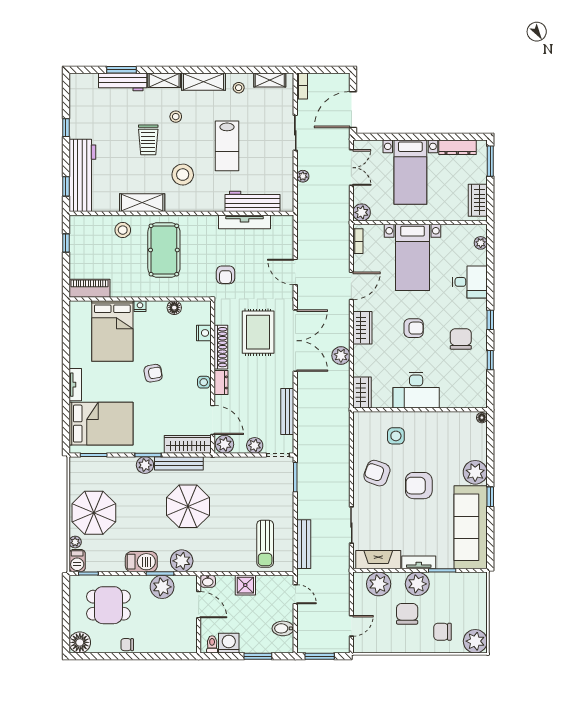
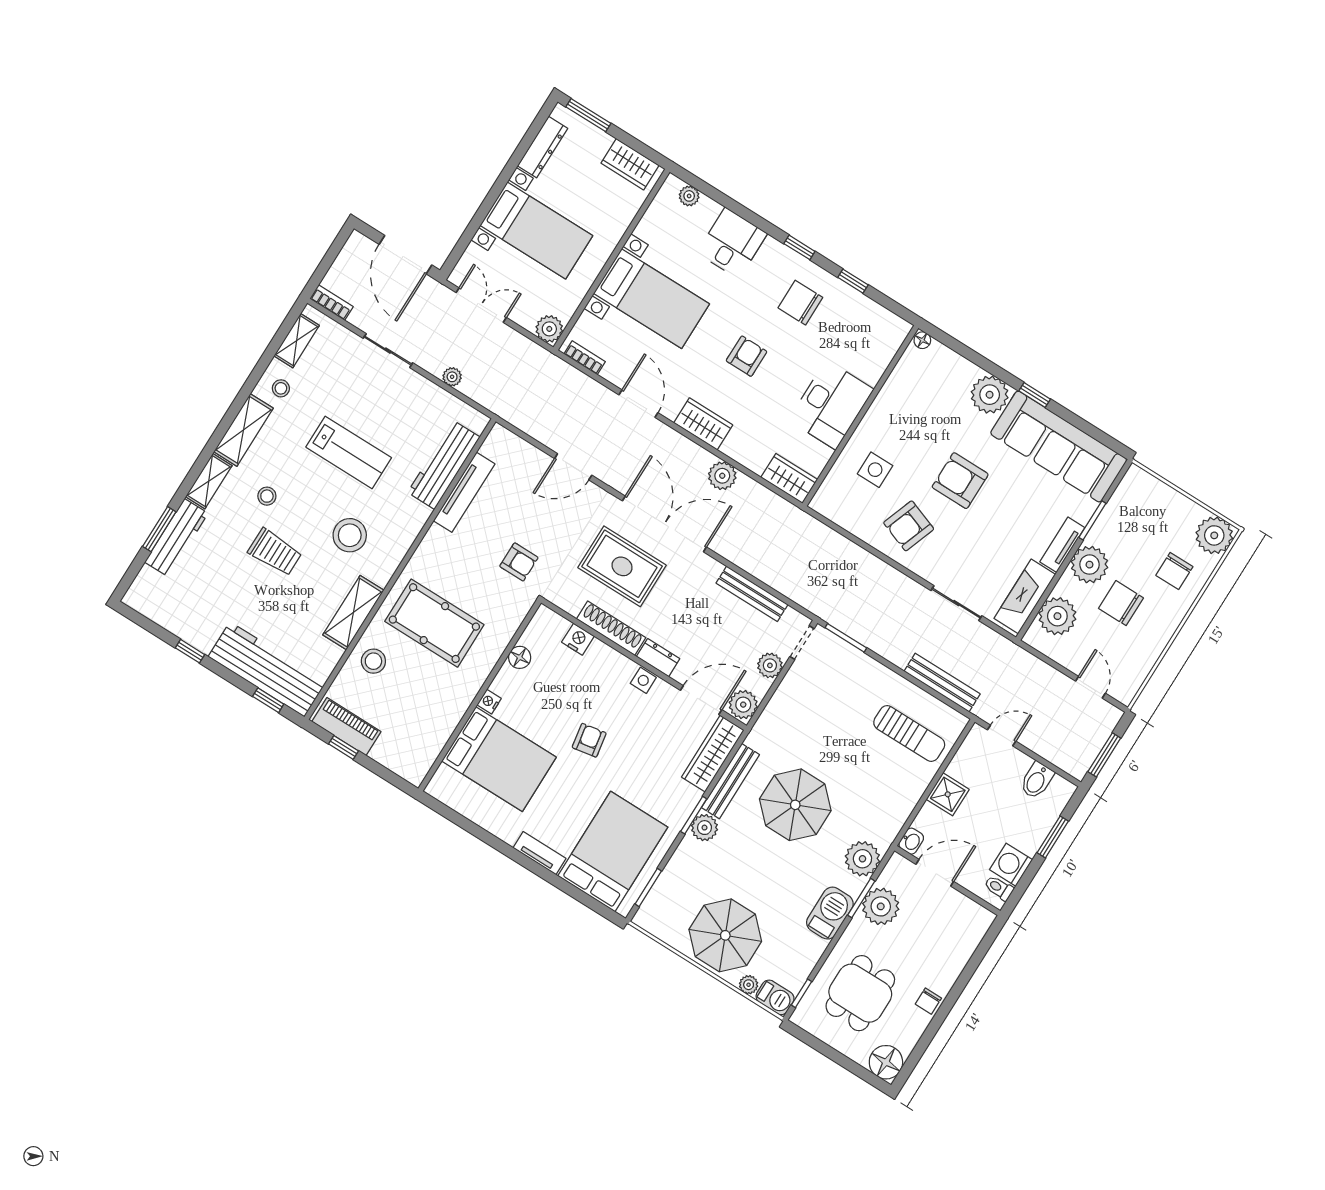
piano: (89, 288) -> (346, 727), moved, turned 90
armchair: (419, 486) -> (960, 481), turned 90

